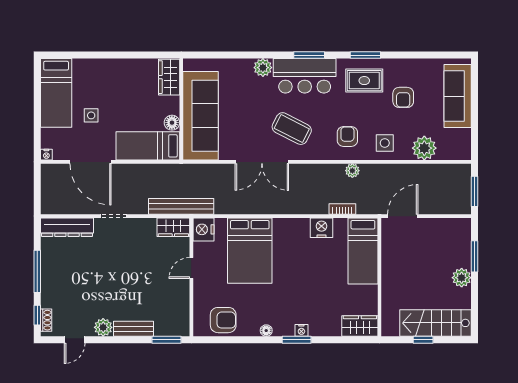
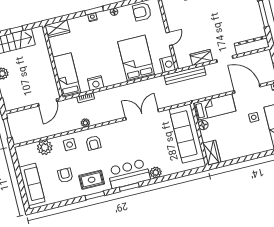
coffee table: (292, 129) -> (129, 139), removed
wardrobe: (173, 227) -> (201, 57), moved

